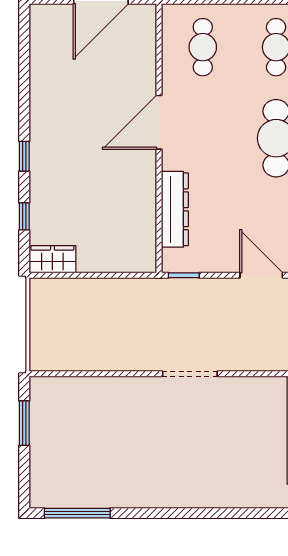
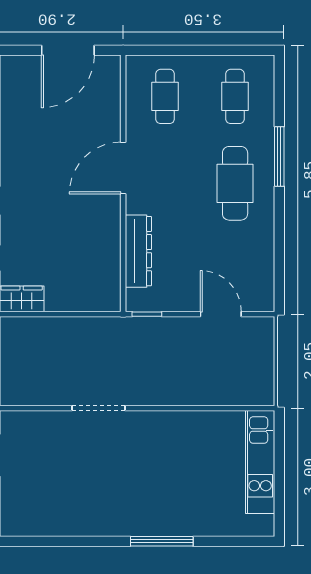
doorway: (190, 374) -> (99, 408), moved
window: (77, 513) -> (162, 541), moved

